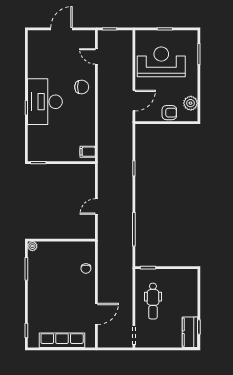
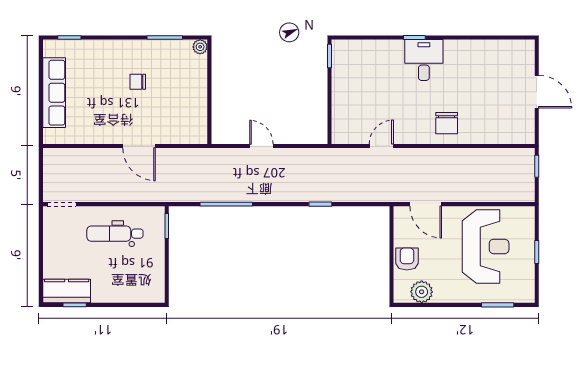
door: (96, 56) -> (381, 146), moved
desk: (45, 102) -> (424, 60), width x0.53, depth x0.77
armchair: (169, 113) -> (407, 259), turned 180
filing cabinet: (88, 152) -> (346, 132), removed
chair: (86, 269) -> (138, 82), moved
door: (96, 314) -> (139, 146), moved

